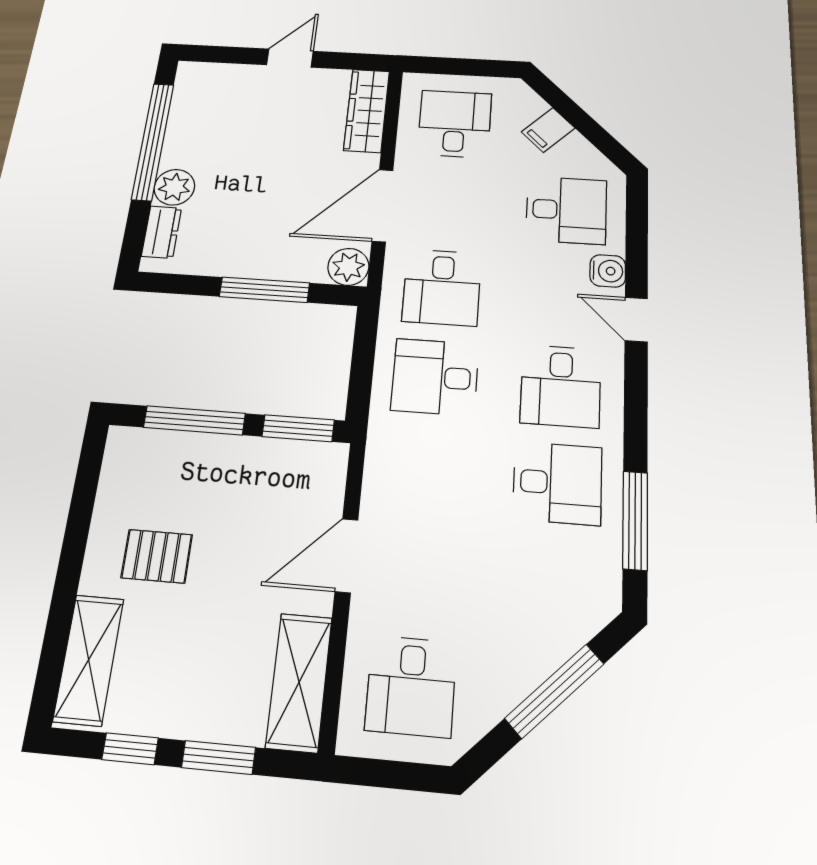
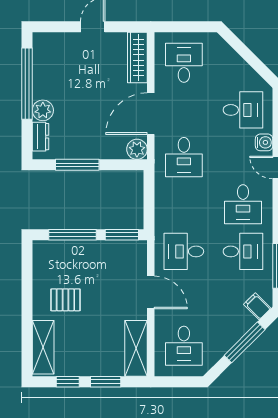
filing cabinet: (548, 130) -> (257, 306), moved, turned 90
window: (264, 290) -> (77, 165), moved
desk: (435, 377) -> (184, 251), moved
door: (347, 555) -> (151, 292), swing flipped

